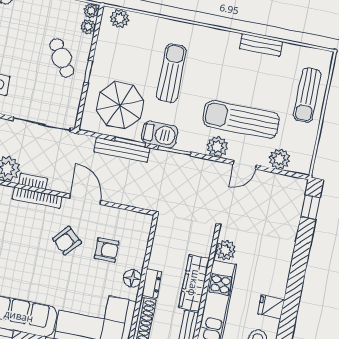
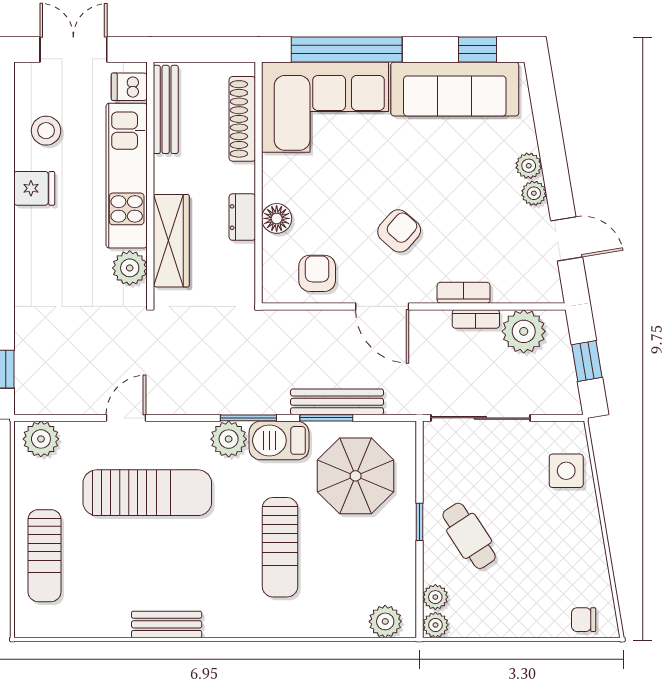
bench: (261, 45) -> (167, 624), moved
sun lounger: (307, 95) -> (45, 556), turned 180
plant: (217, 147) -> (229, 439), moved
plant: (279, 159) -> (41, 439), moved
bookcase: (37, 198) -> (464, 293), width x0.64
armchair: (107, 250) -> (317, 273), moved, turned 90
floor lamp: (132, 278) -> (277, 218), moved
wardrobe: (194, 283) -> (171, 241), moved
dresser: (152, 284) -> (242, 217), moved

